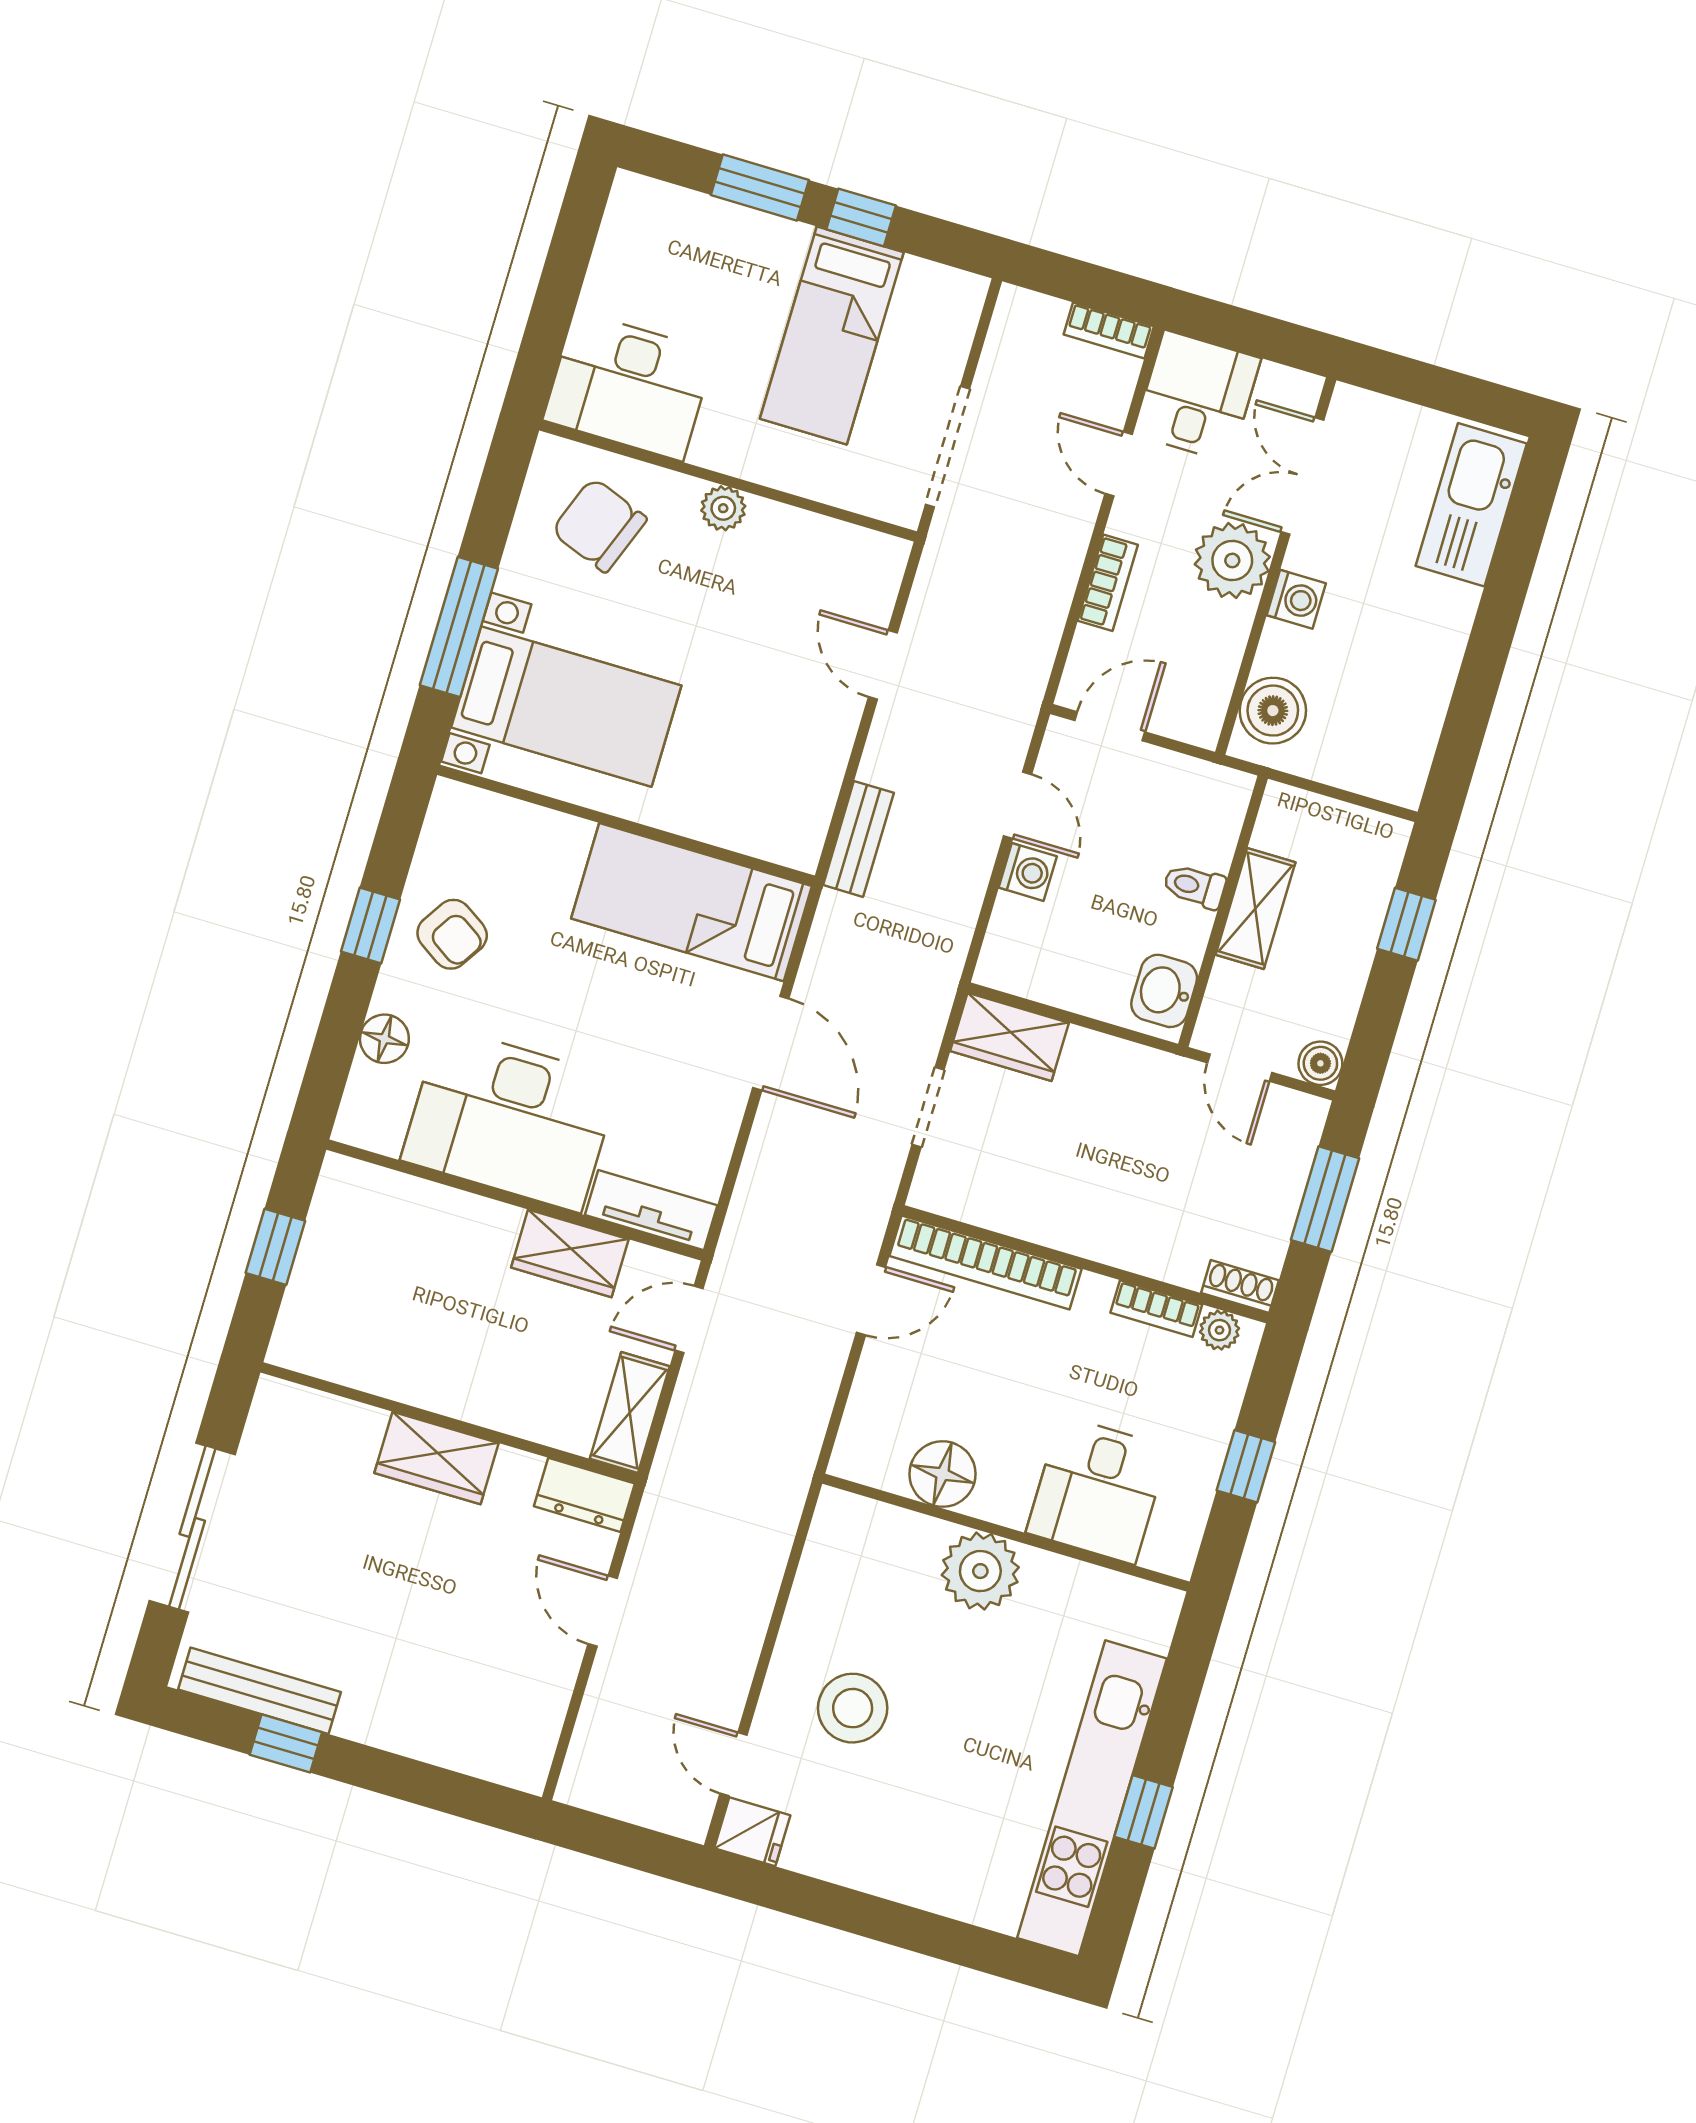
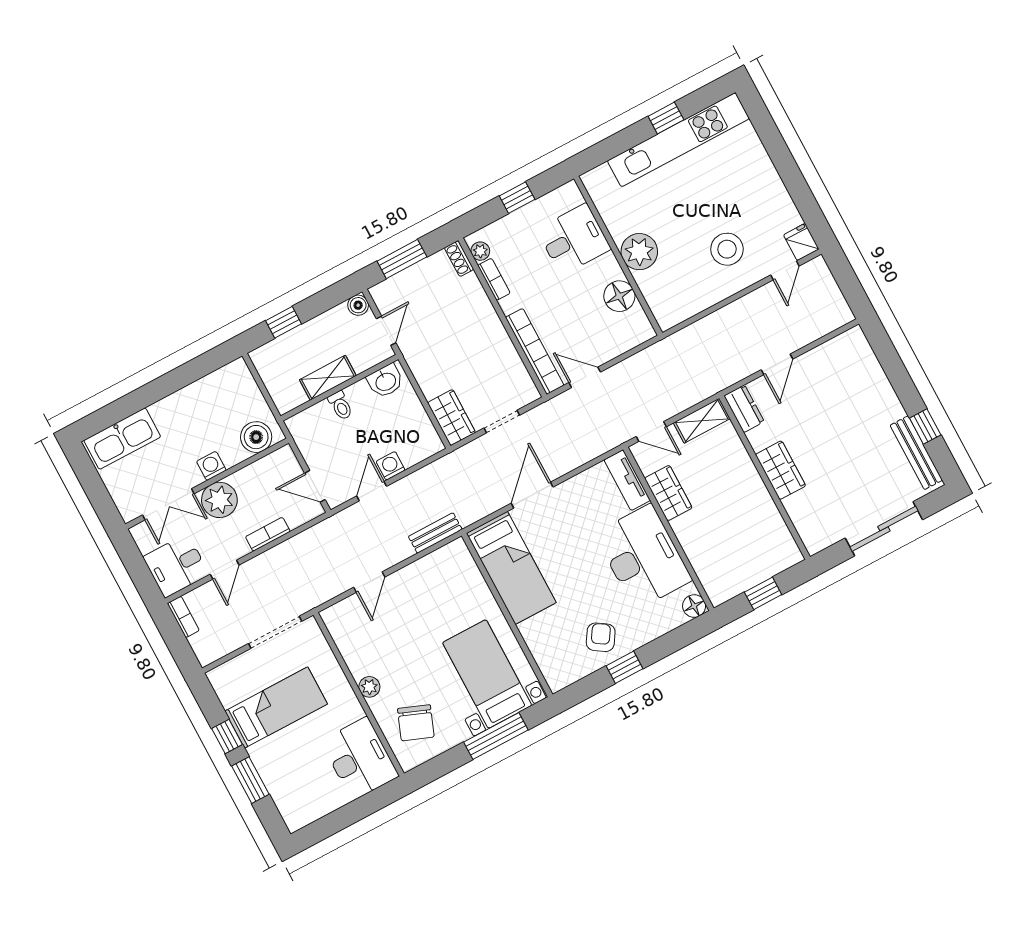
floor lamp: (384, 1039) -> (694, 606), moved

